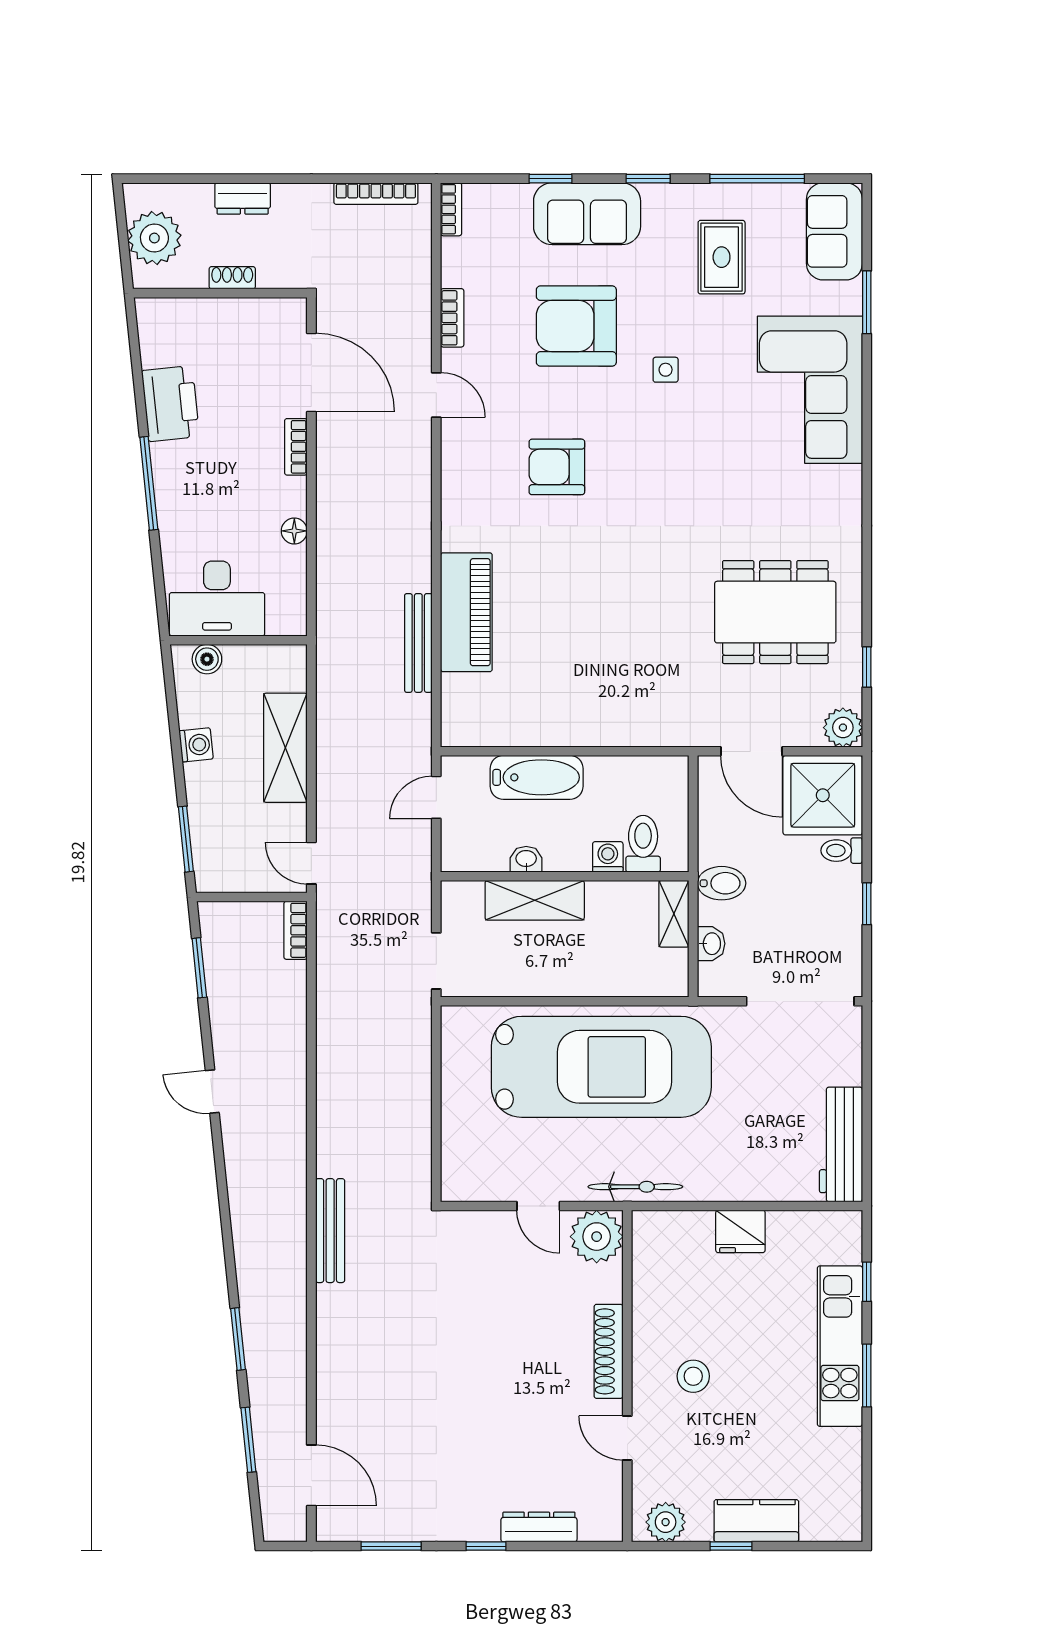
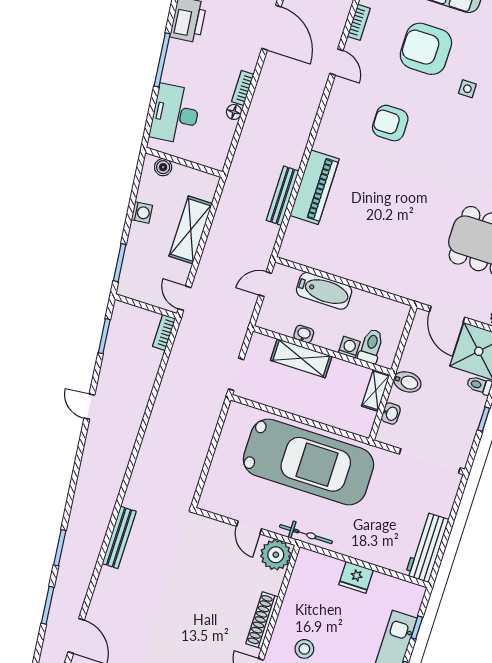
bookcase: (296, 447) -> (243, 88), moved
desk: (217, 599) -> (175, 114), moved, turned 84
bench: (330, 1231) -> (119, 537), moved

